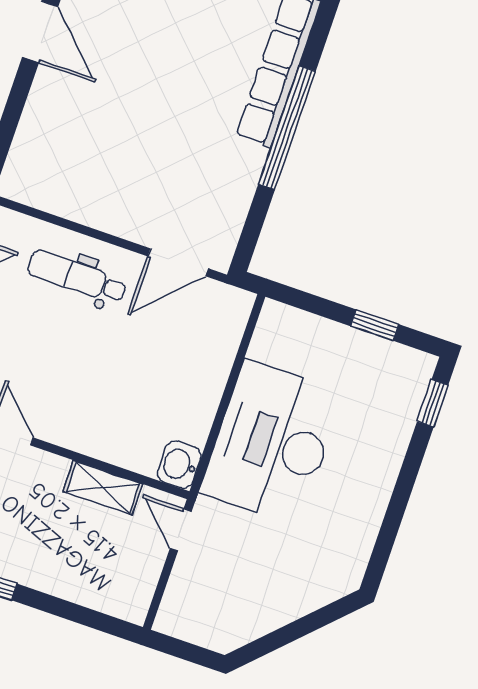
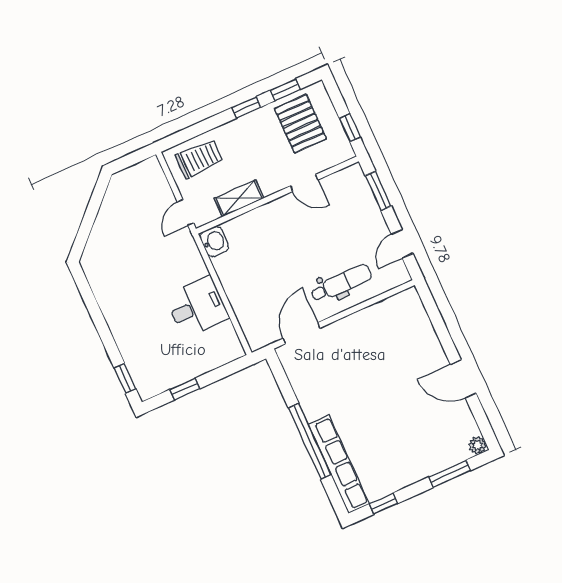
desk: (272, 443) -> (197, 307), width x0.53, depth x0.77
door: (181, 530) -> (185, 212), swing flipped
trolley: (106, 577) -> (199, 159), added

